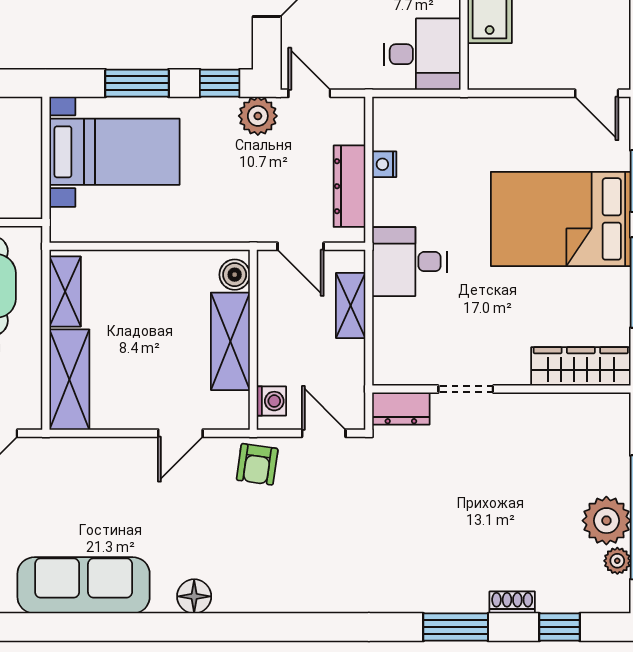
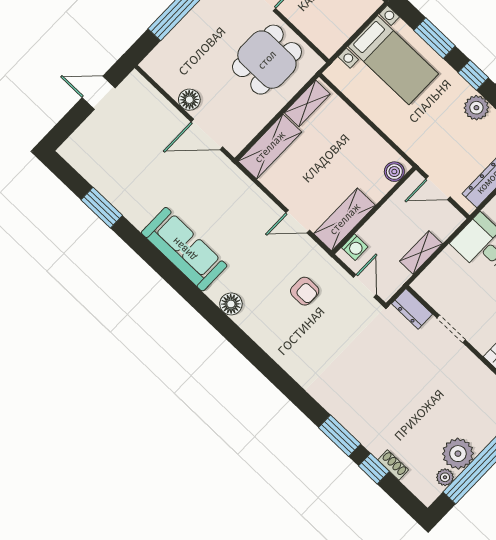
door: (301, 246) -> (438, 188), hinge flipped
shelving: (351, 305) -> (421, 252), moved
shelving: (230, 341) -> (345, 219), moved
armchair: (257, 464) -> (305, 291), moved, turned -98
shoe rack: (512, 602) -> (393, 465), moved
window: (560, 627) -> (374, 469), moved

